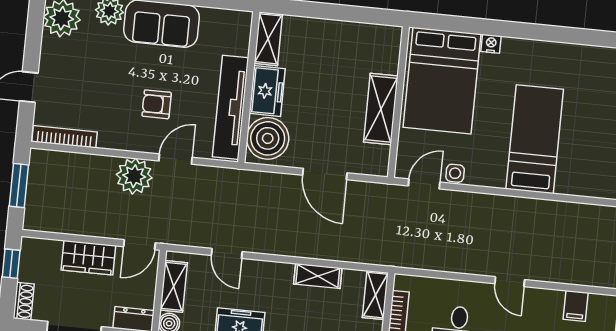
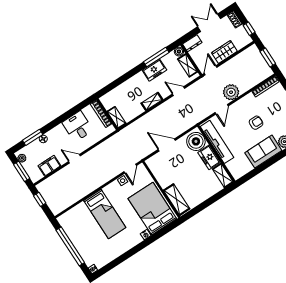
armchair: (157, 104) -> (256, 123), moved
shelving: (381, 109) -> (177, 200), moved
shelving: (318, 276) -> (152, 101), moved
filing cabinet: (576, 306) -> (49, 166), width x2.00

